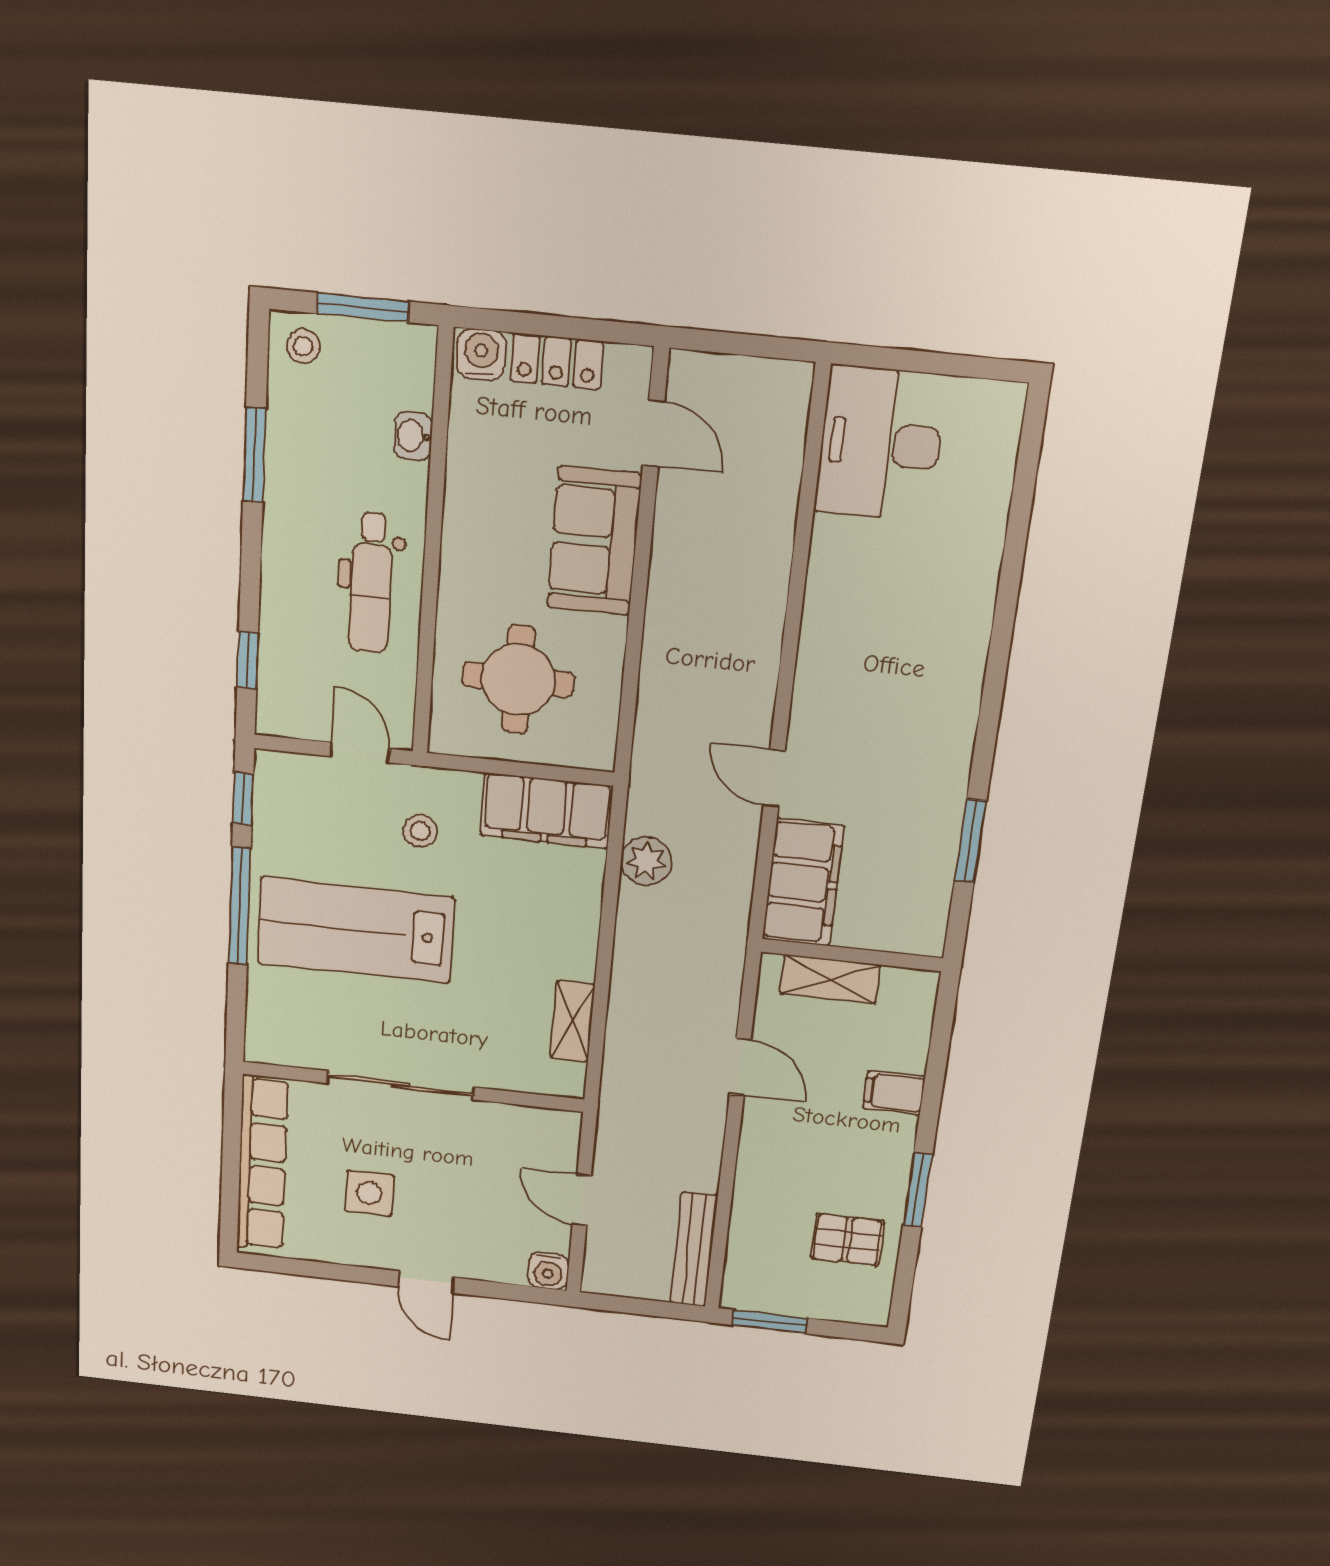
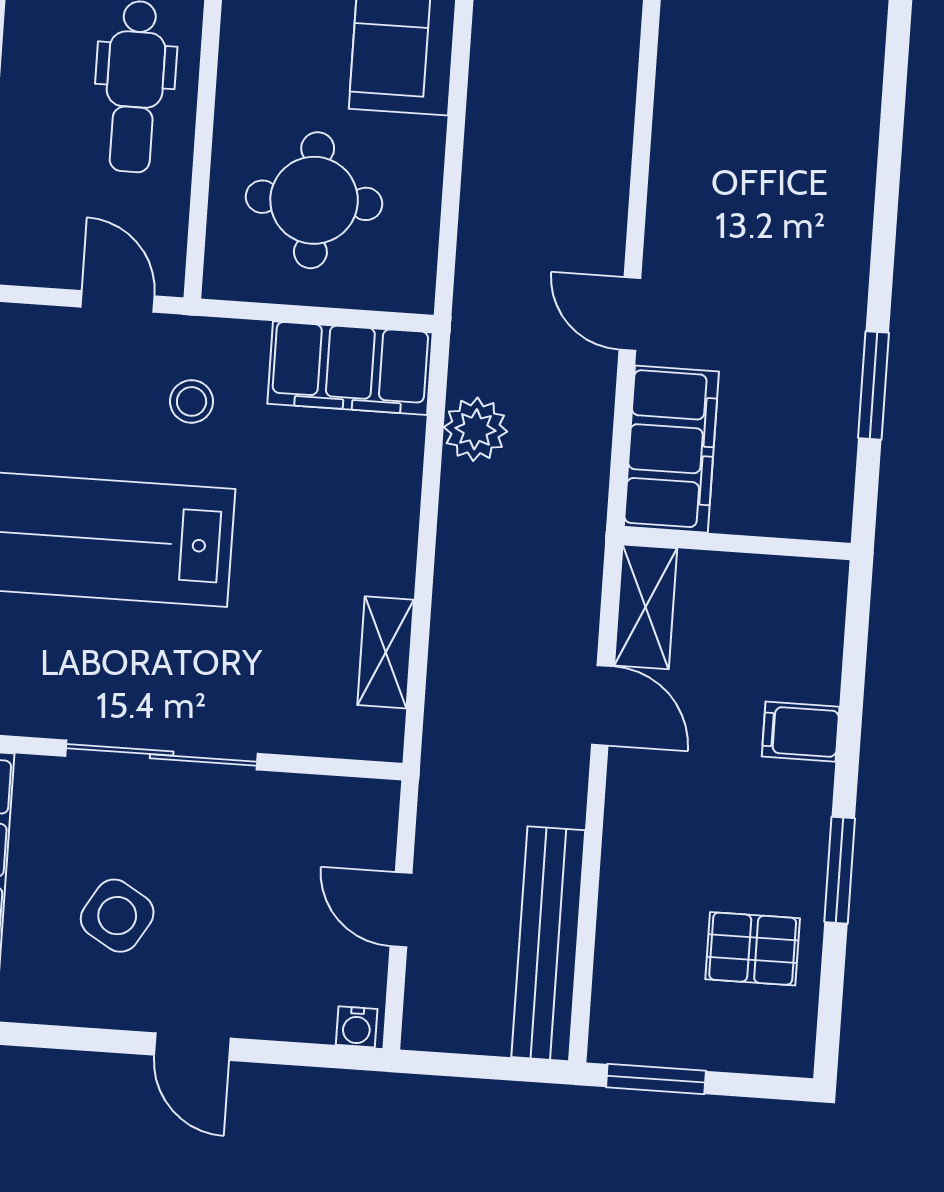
shelving: (830, 979) -> (646, 607), moved, turned 90
side table: (369, 1193) -> (117, 916), turned 31
bench: (694, 1249) -> (548, 944), width x1.37, depth x1.21
water cooler: (548, 1271) -> (357, 1027), width x0.72, depth x0.72

